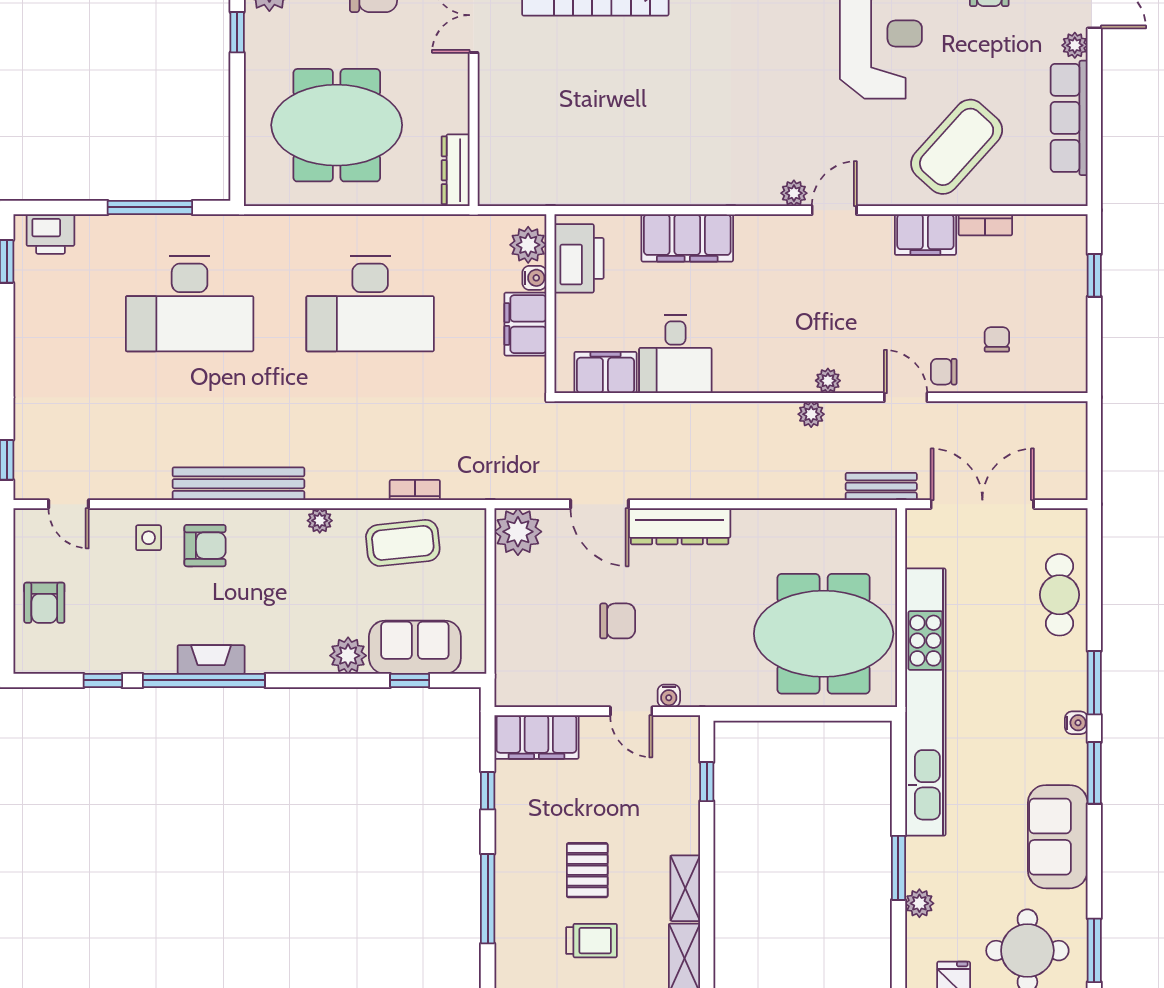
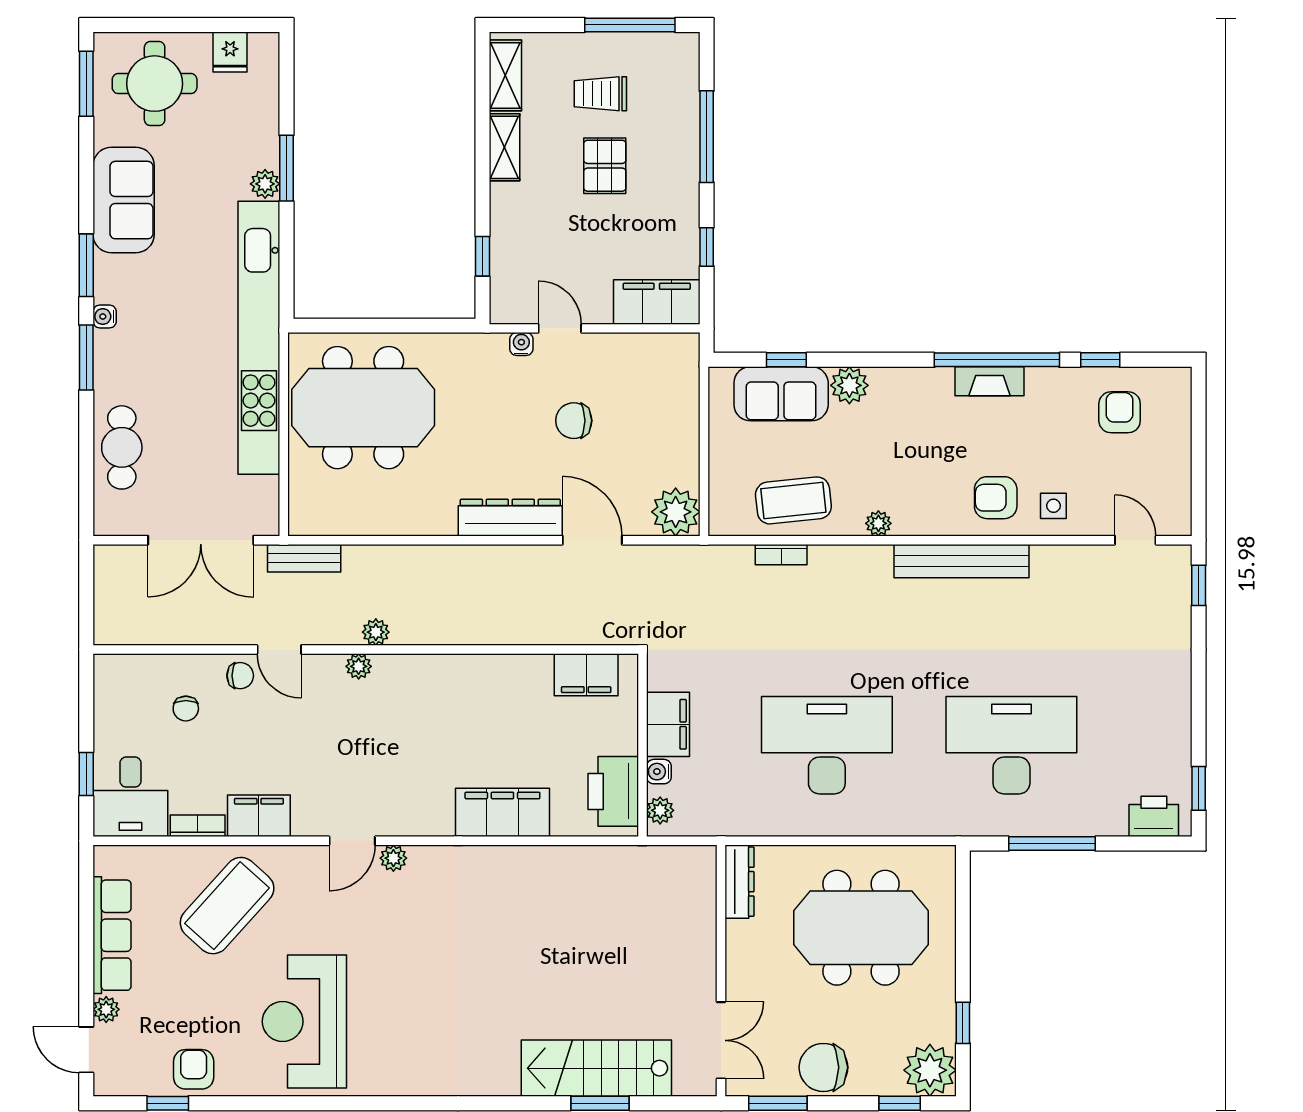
plant: (528, 245) -> (660, 810), width x0.73, depth x0.73
desk: (675, 354) -> (130, 797), moved, turned 180
armchair: (44, 603) -> (1120, 412), moved
plant: (919, 903) -> (265, 184), moved

